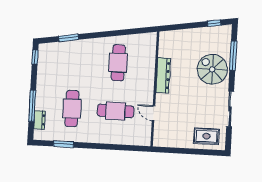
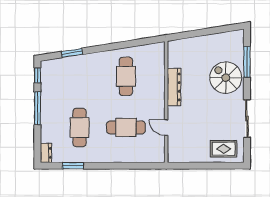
window: (214, 23) -> (225, 29), removed
window: (32, 106) -> (37, 108), moved
dresser: (39, 120) -> (46, 153), moved

